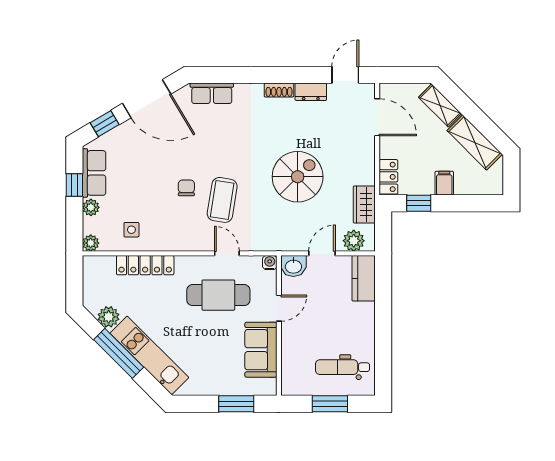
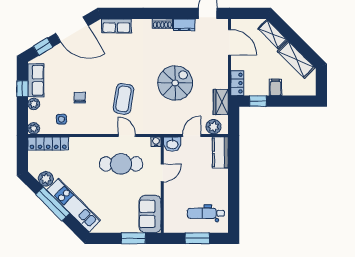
chair: (186, 188) -> (80, 98), moved
locker: (145, 265) -> (48, 143), moved
sofa: (261, 350) -> (150, 214), moved

